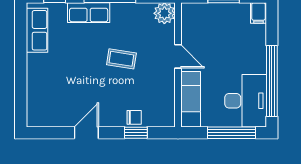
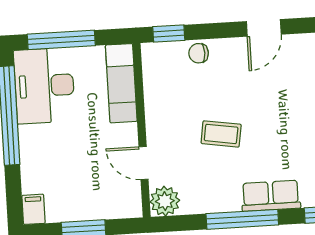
door: (178, 56) -> (144, 163), moved
window: (136, 133) -> (169, 33), moved

